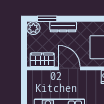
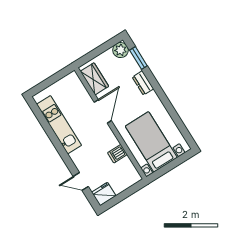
dresser: (63, 27) -> (143, 83), width x0.70

